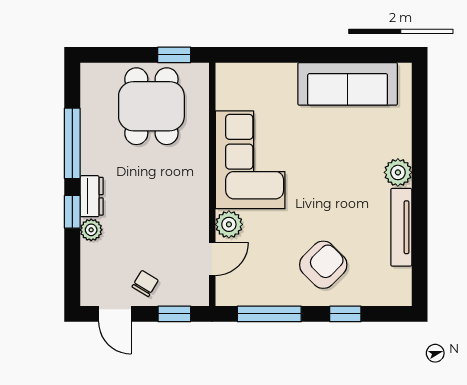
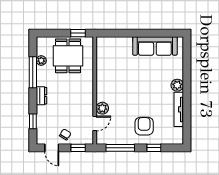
corner sofa: (250, 160) -> (112, 80), removed
window: (72, 212) -> (33, 121), moved
plant: (91, 230) -> (41, 61), moved
armchair: (323, 265) -> (144, 126), turned -45

